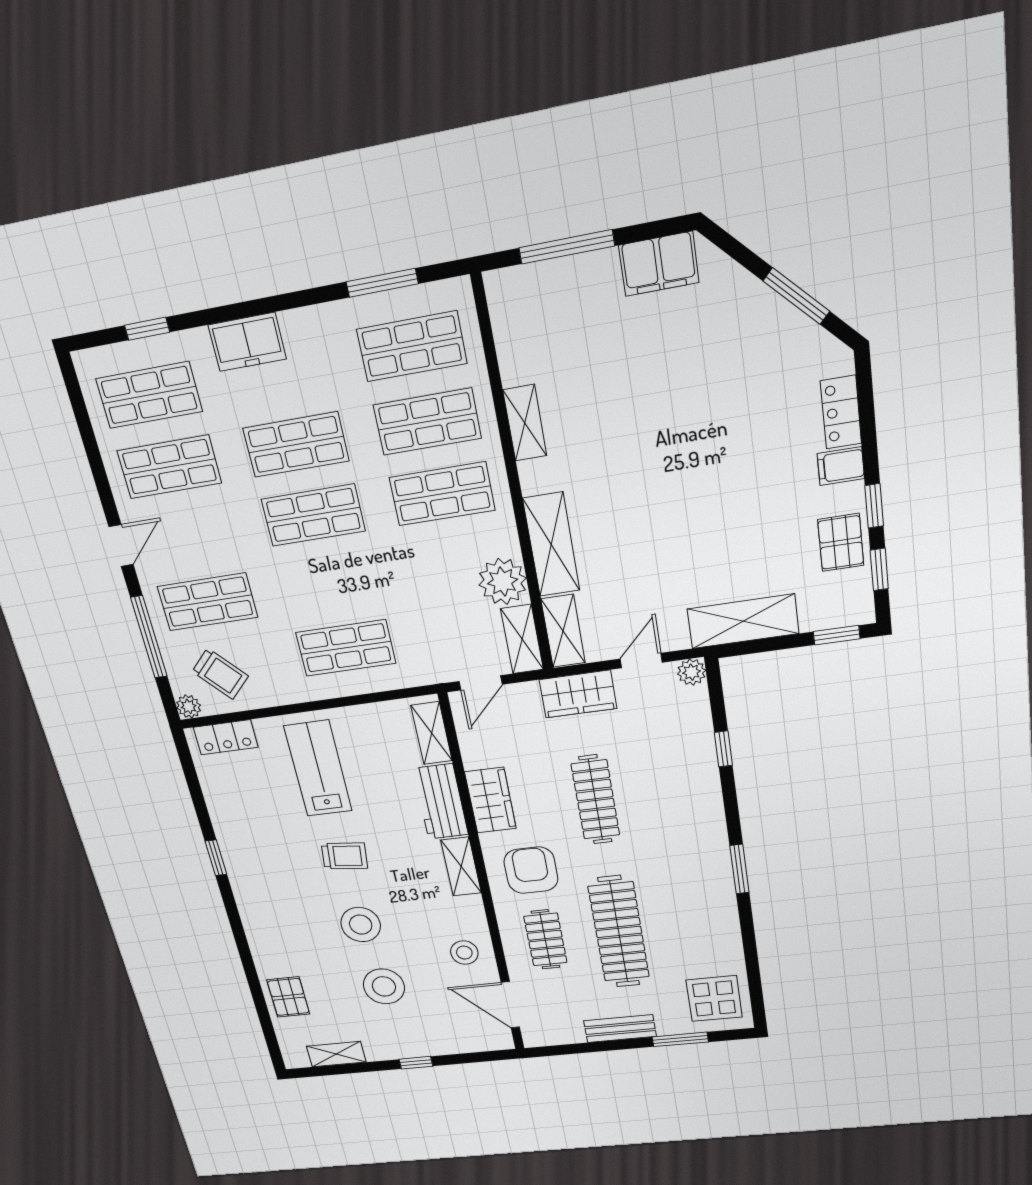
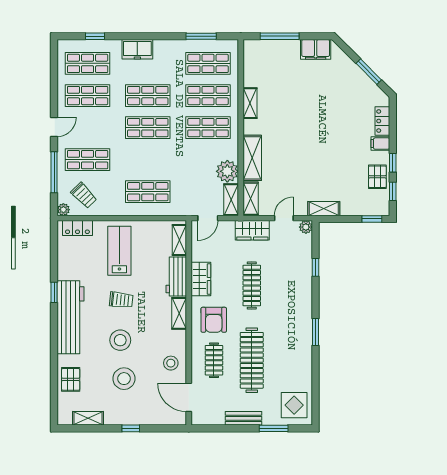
shelving: (743, 621) -> (324, 209), width x0.67, depth x0.75
armchair: (531, 870) -> (214, 320), turned 180
workbench: (259, 896) -> (71, 317), added

